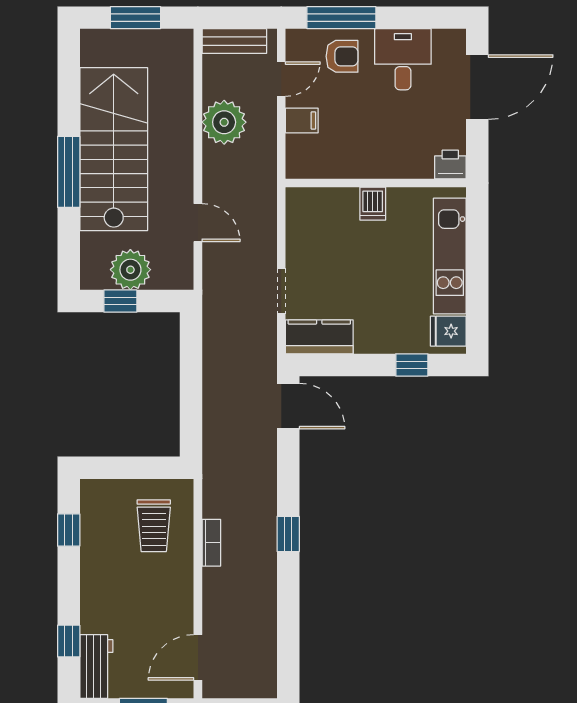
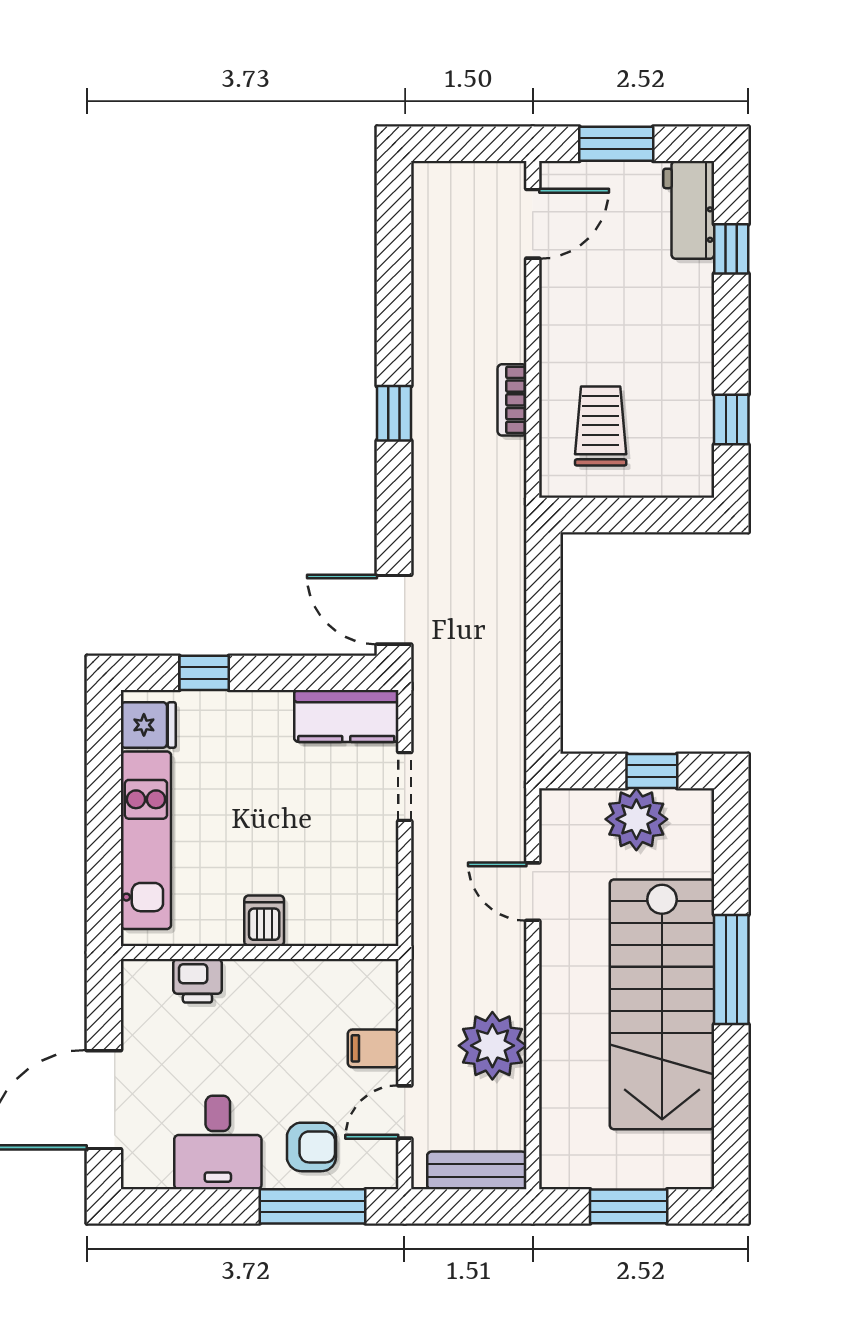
armchair: (342, 56) -> (311, 1147), turned 180
printer: (450, 165) -> (197, 981), moved

